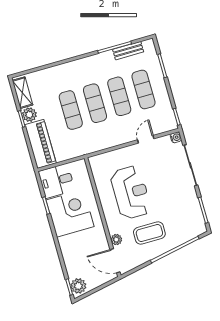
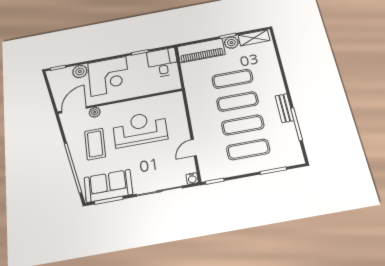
bench: (128, 51) -> (285, 108), moved
door: (146, 139) -> (194, 148), swing flipped
reception desk: (131, 192) -> (140, 129), turned 180
corner desk: (70, 213) -> (109, 76), moved
sofa: (190, 213) -> (108, 186), added
plant: (78, 286) -> (80, 71), moved

